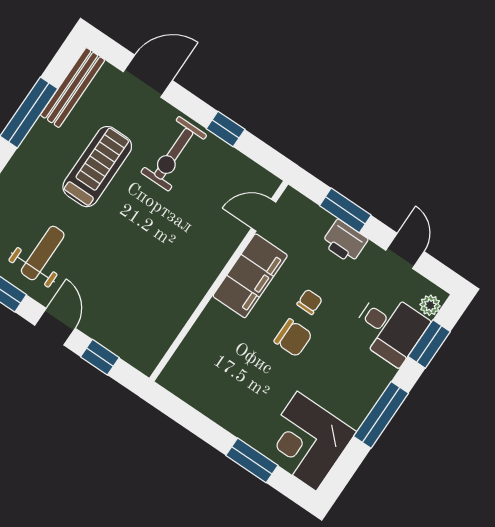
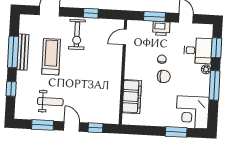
bench: (73, 88) -> (23, 52), moved
weight bench: (43, 253) -> (50, 102), turned 90
filing cabinet: (250, 276) -> (132, 97), moved
plant: (430, 305) -> (206, 69), moved

